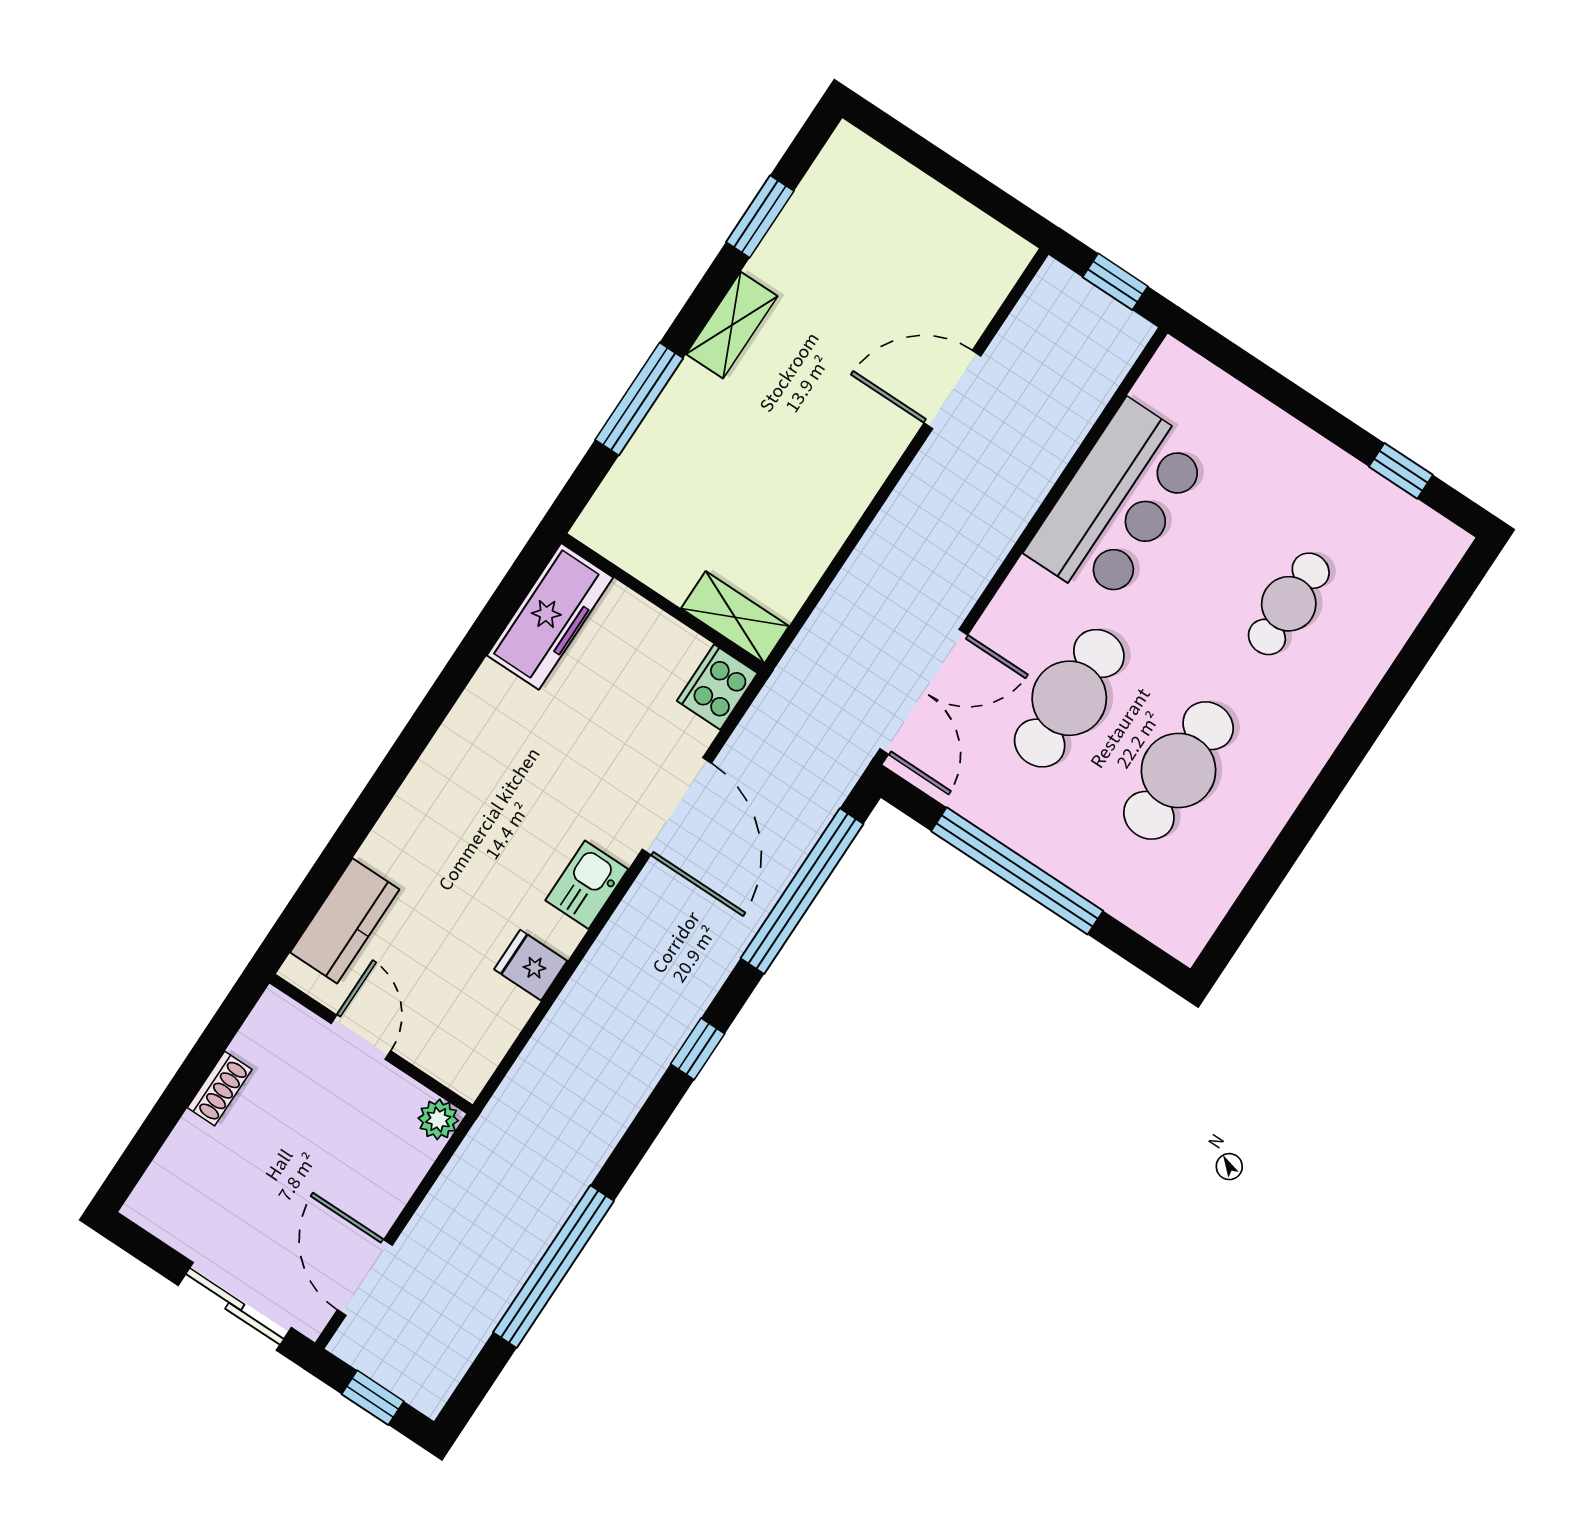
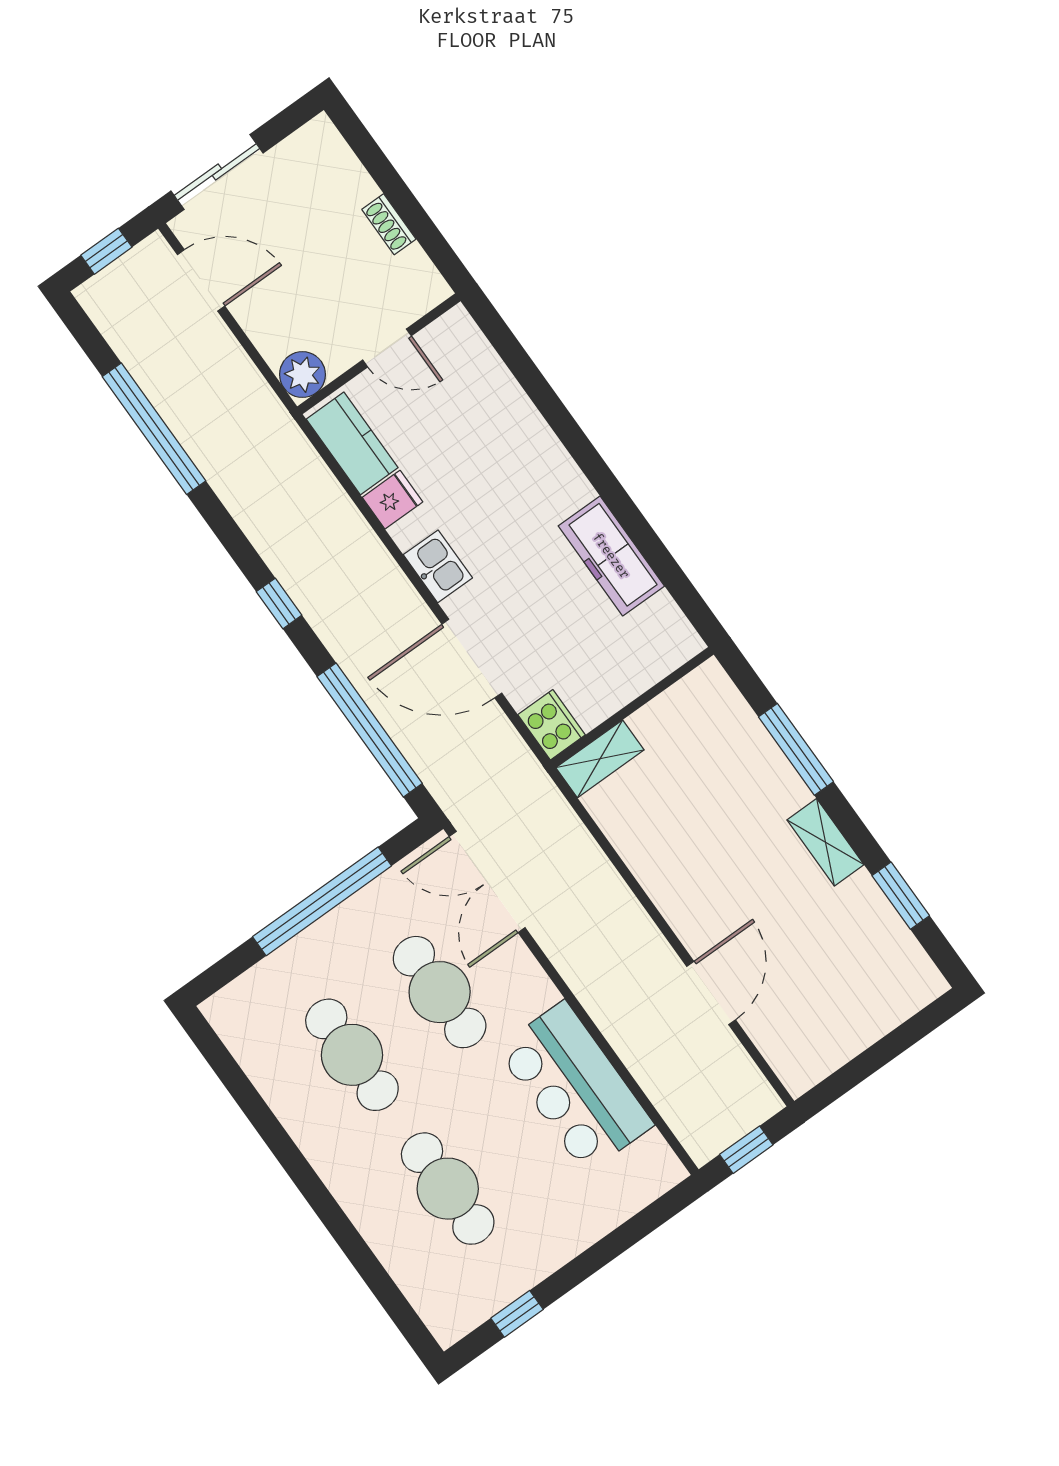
cafe table: (1289, 604) -> (448, 1189), width x1.37, depth x1.35
freezer: (550, 616) -> (611, 556), moved
kitchen counter: (345, 921) -> (352, 443), moved, turned 180
plant: (438, 1119) -> (302, 375), width x1.38, depth x1.38

